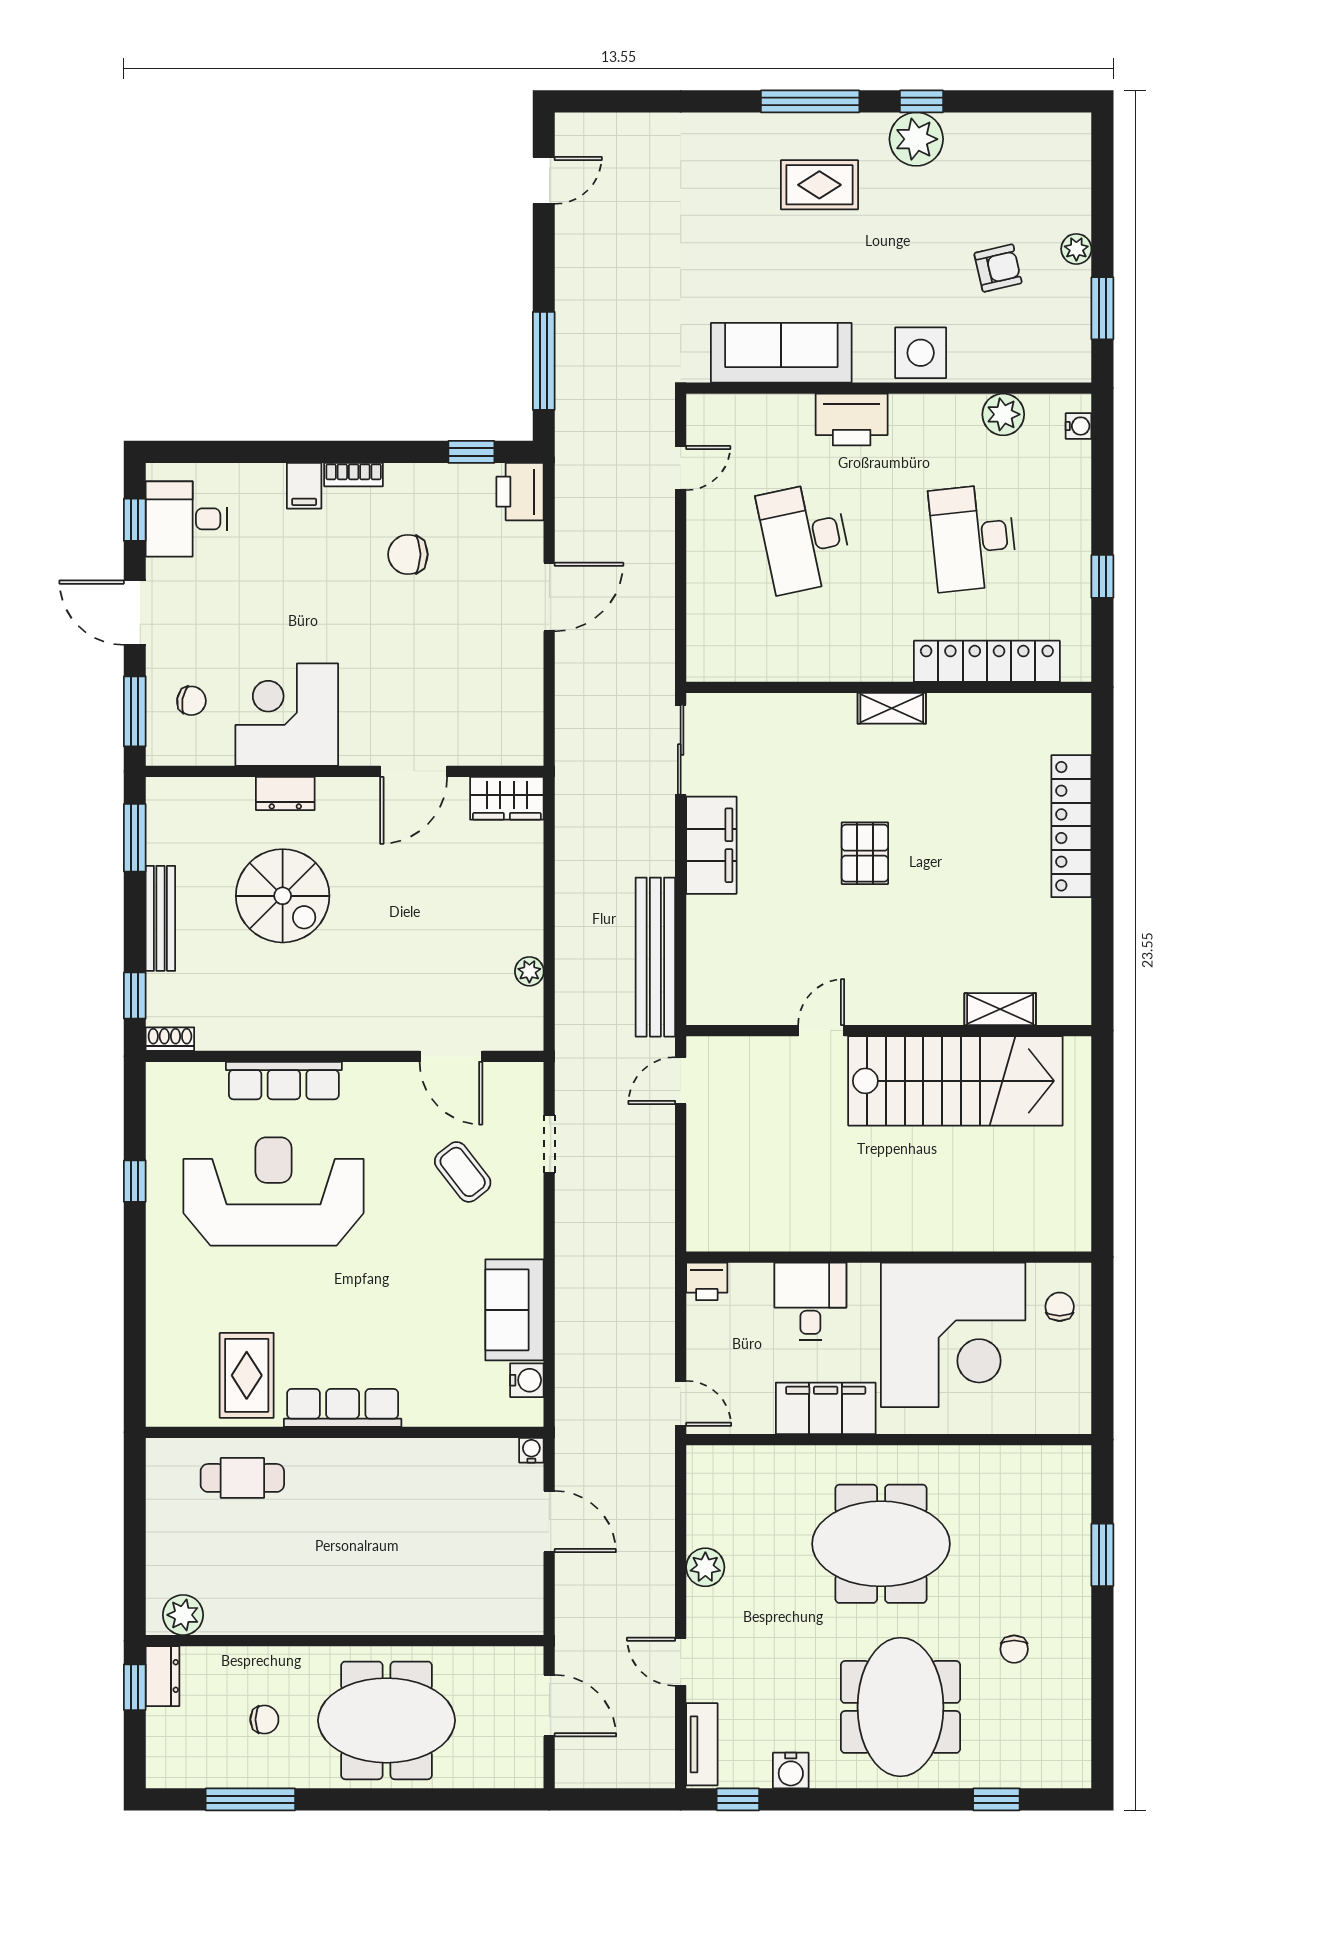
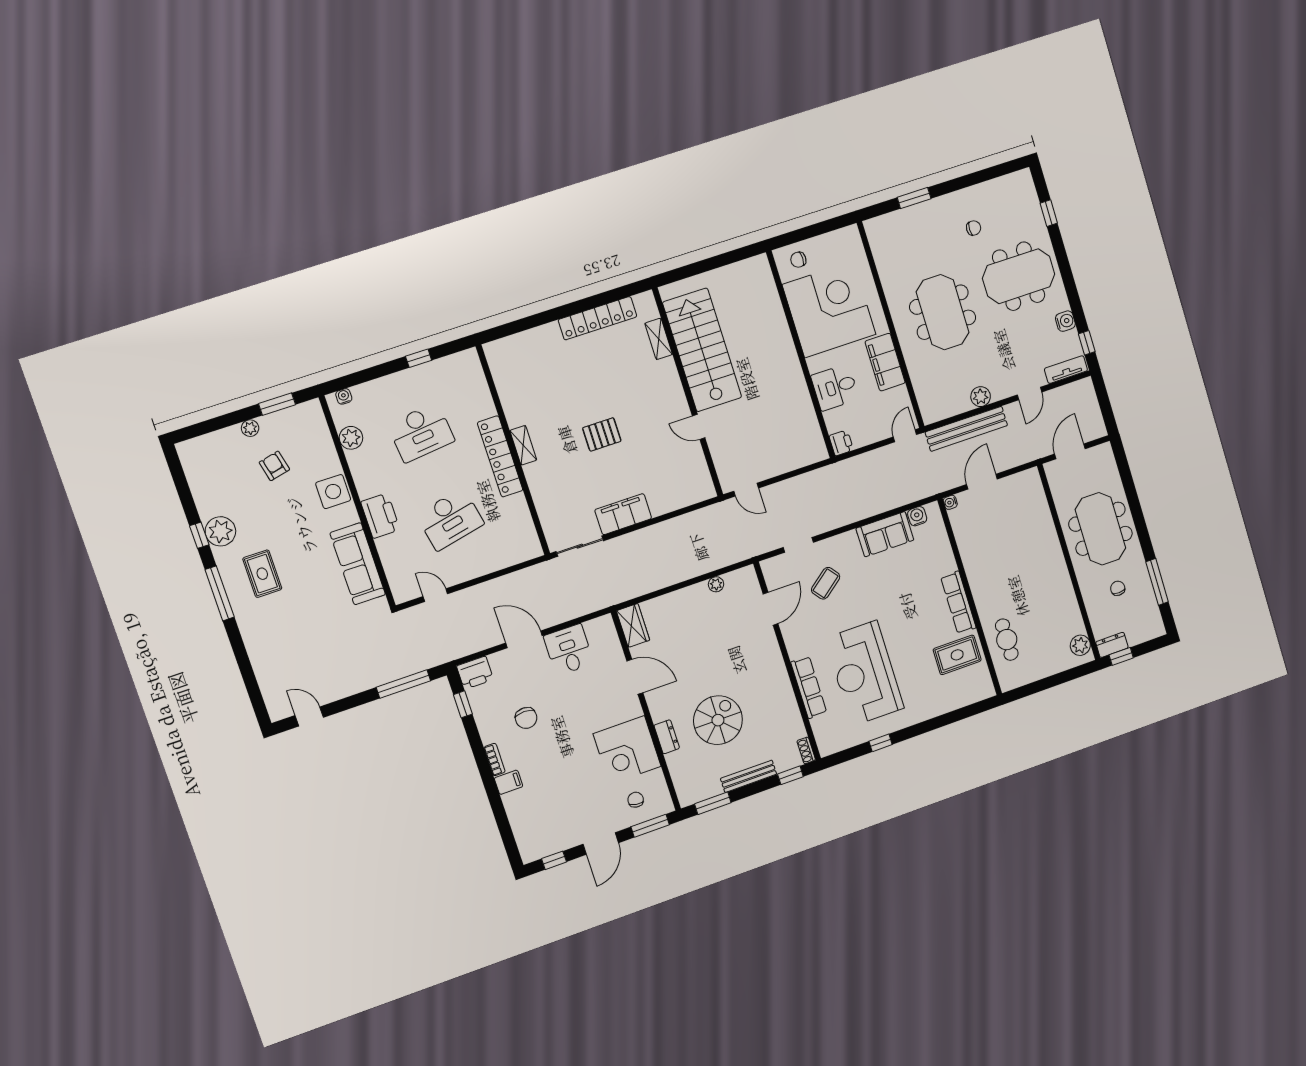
desk: (186, 519) -> (569, 650), moved, turned 180
locker: (987, 661) -> (500, 456), moved
locker: (1071, 826) -> (598, 318), moved
bench: (655, 957) -> (966, 429), moved

